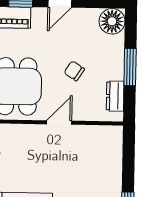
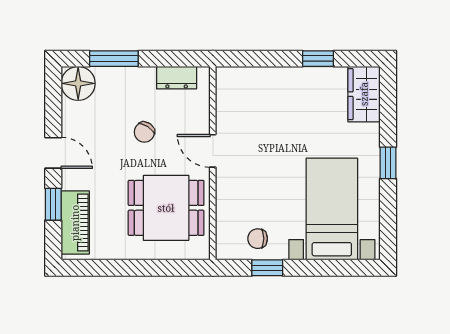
window: (130, 67) -> (114, 59), moved

